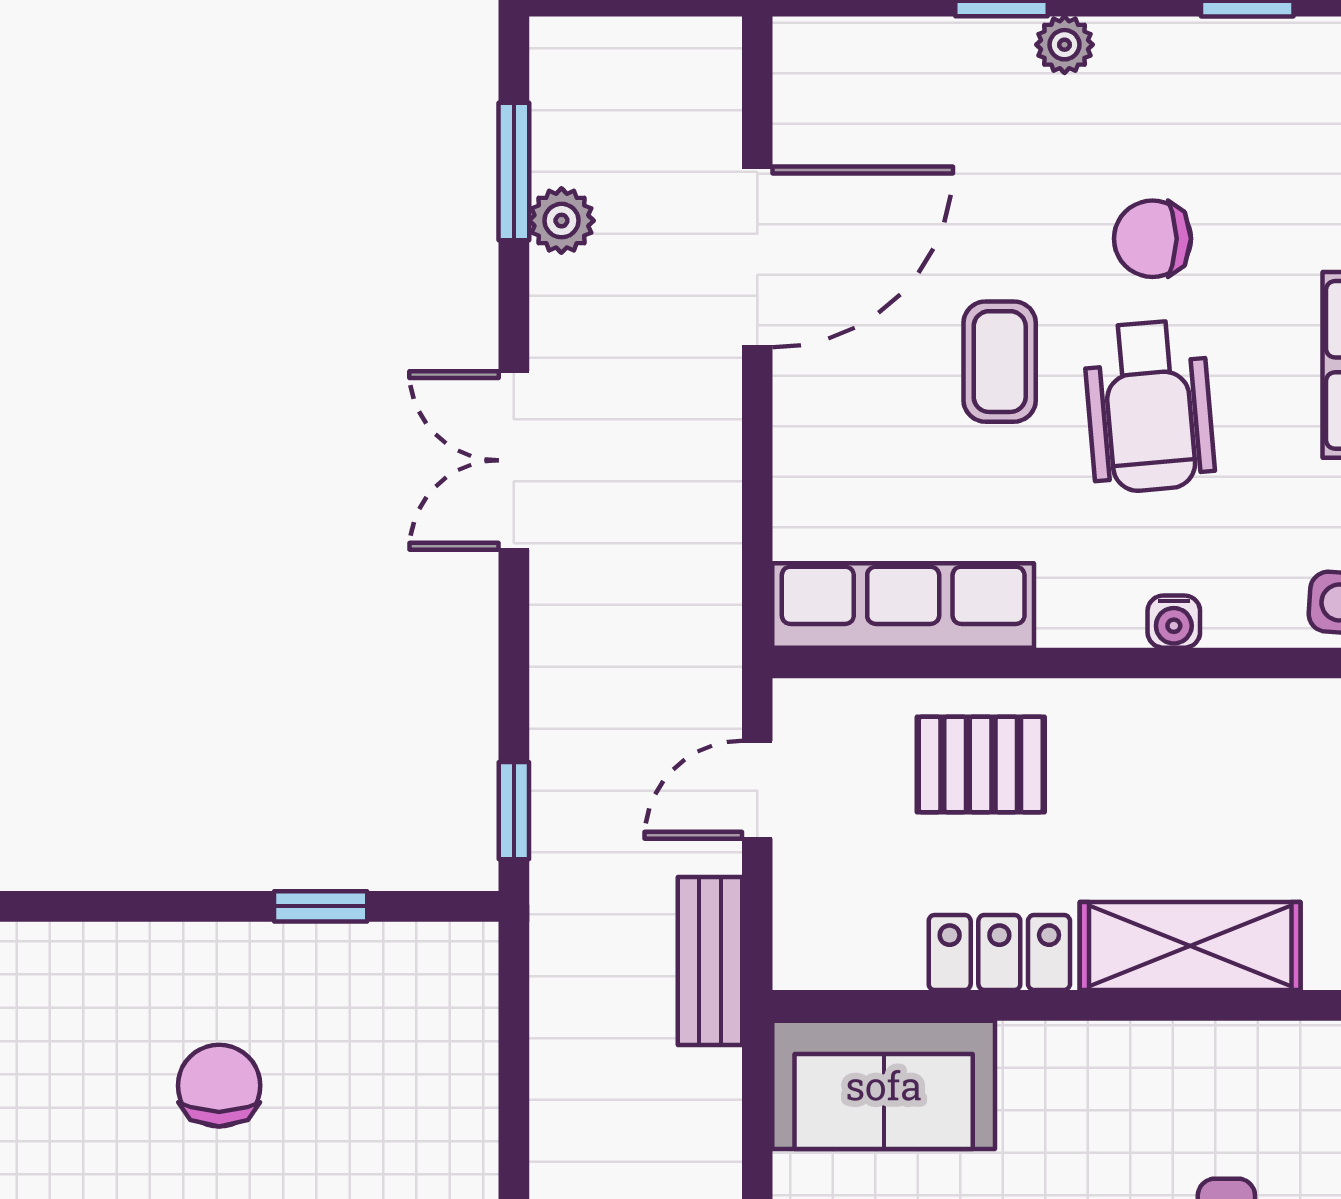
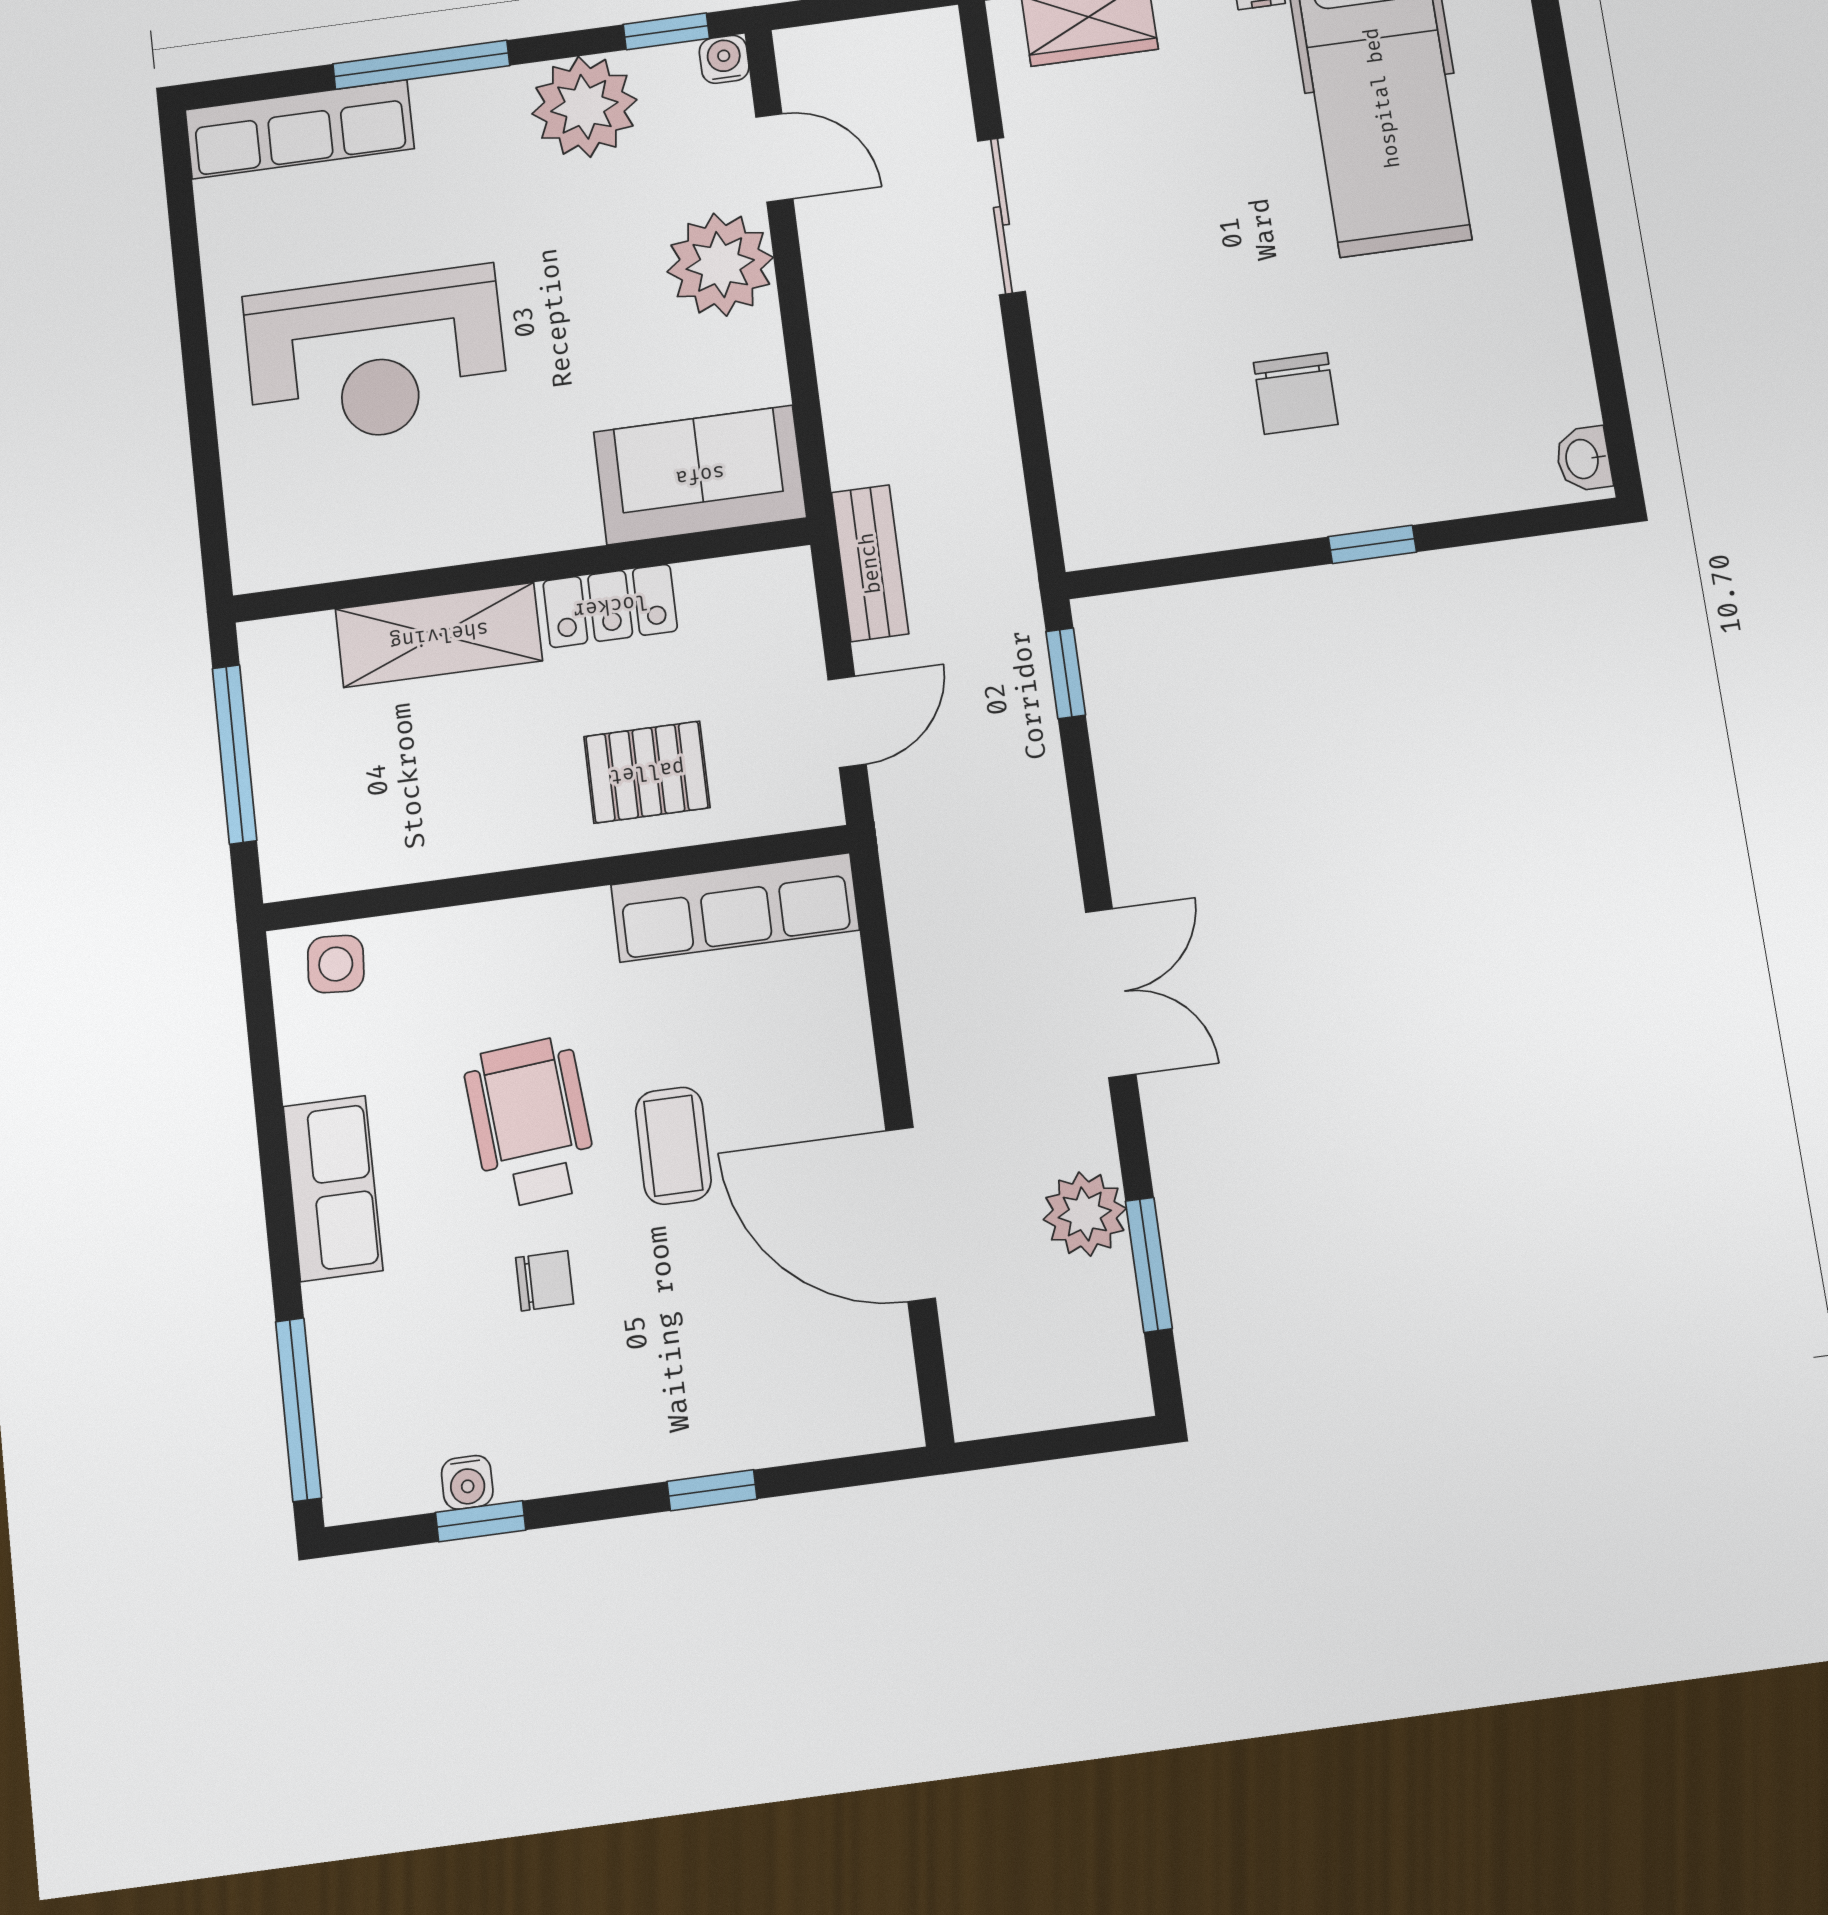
plant: (1065, 45) -> (648, 1456), removed
plant: (561, 221) -> (1085, 1214), width x1.38, depth x1.38
chair: (1152, 239) -> (545, 1281), width x0.73, depth x0.73
door: (757, 257) -> (911, 1214), hinge flipped
water cooler: (1174, 622) -> (467, 1482), moved, turned 180
window: (321, 906) -> (1372, 544), moved

